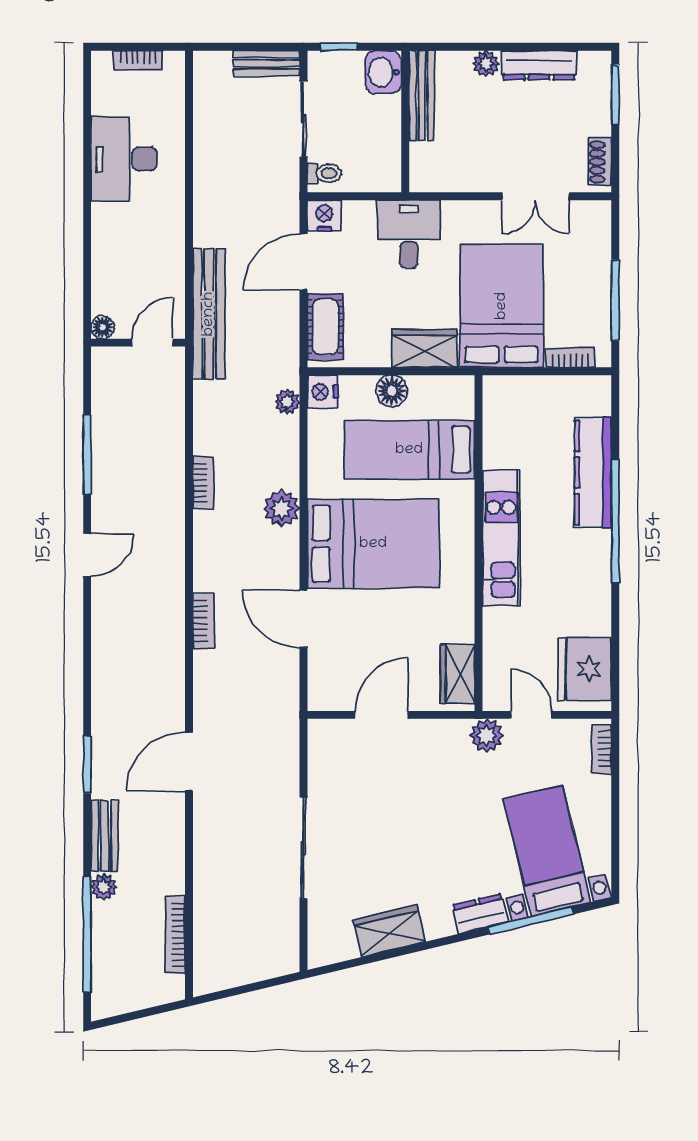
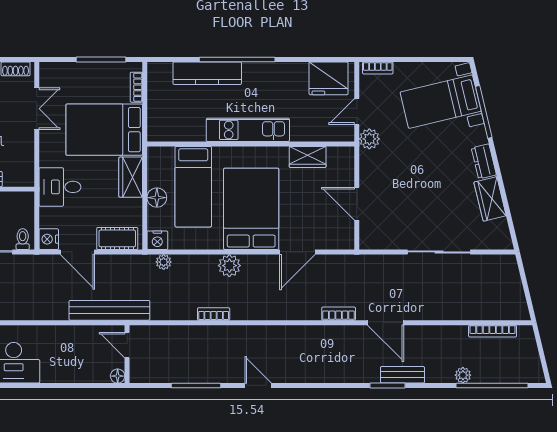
bookcase: (204, 621) -> (339, 314), moved
wardrobe: (457, 674) -> (308, 157), moved
bench: (105, 836) -> (402, 375), moved
dresser: (480, 914) -> (484, 161), moved

